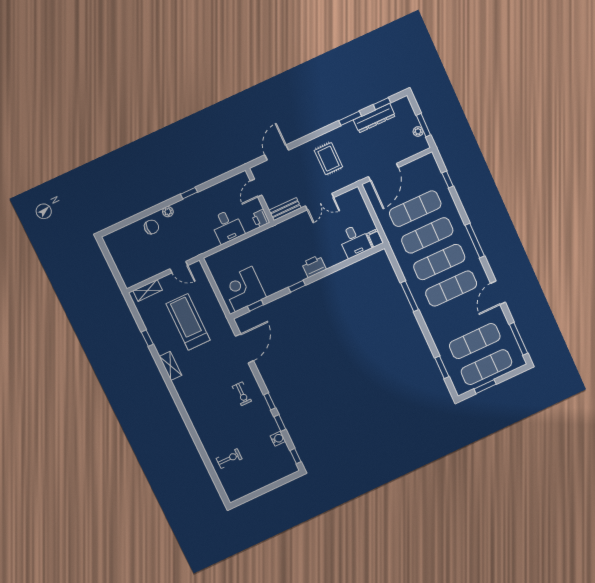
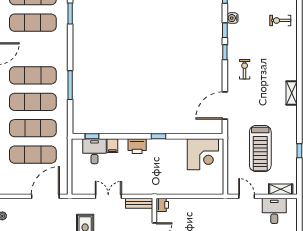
desk: (227, 226) -> (274, 211), moved
filing cabinet: (375, 238) -> (112, 146), moved
window: (255, 306) -> (92, 136), moved
shelving: (170, 366) -> (292, 93), moved

